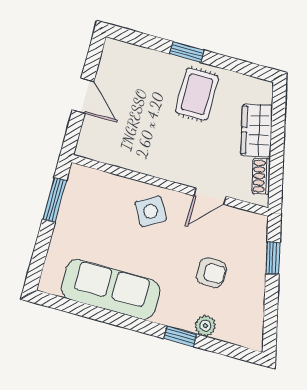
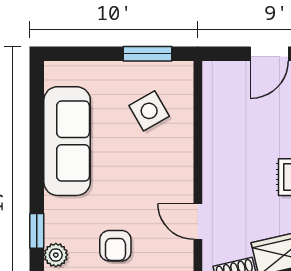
side table: (151, 211) -> (149, 111), moved

